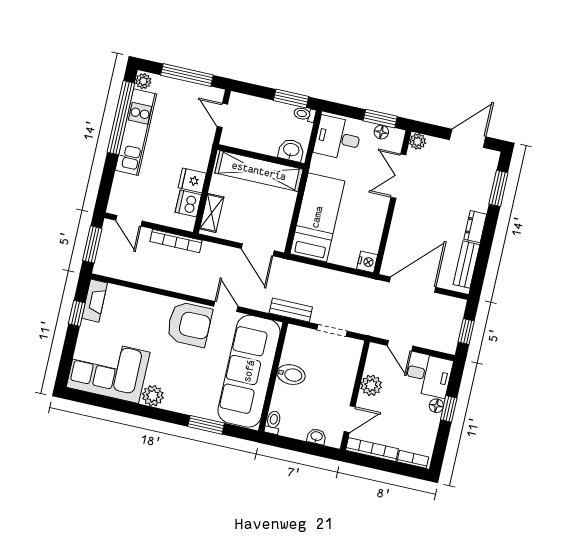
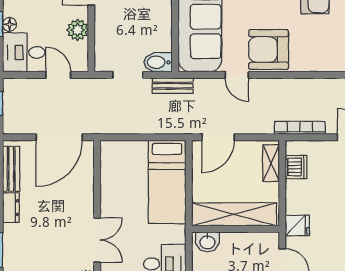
fridge: (192, 180) -> (297, 226), moved
door: (258, 250) -> (218, 137), swing flipped
nightstand: (367, 262) -> (109, 150), removed
bidet: (291, 375) -> (158, 62), moved

